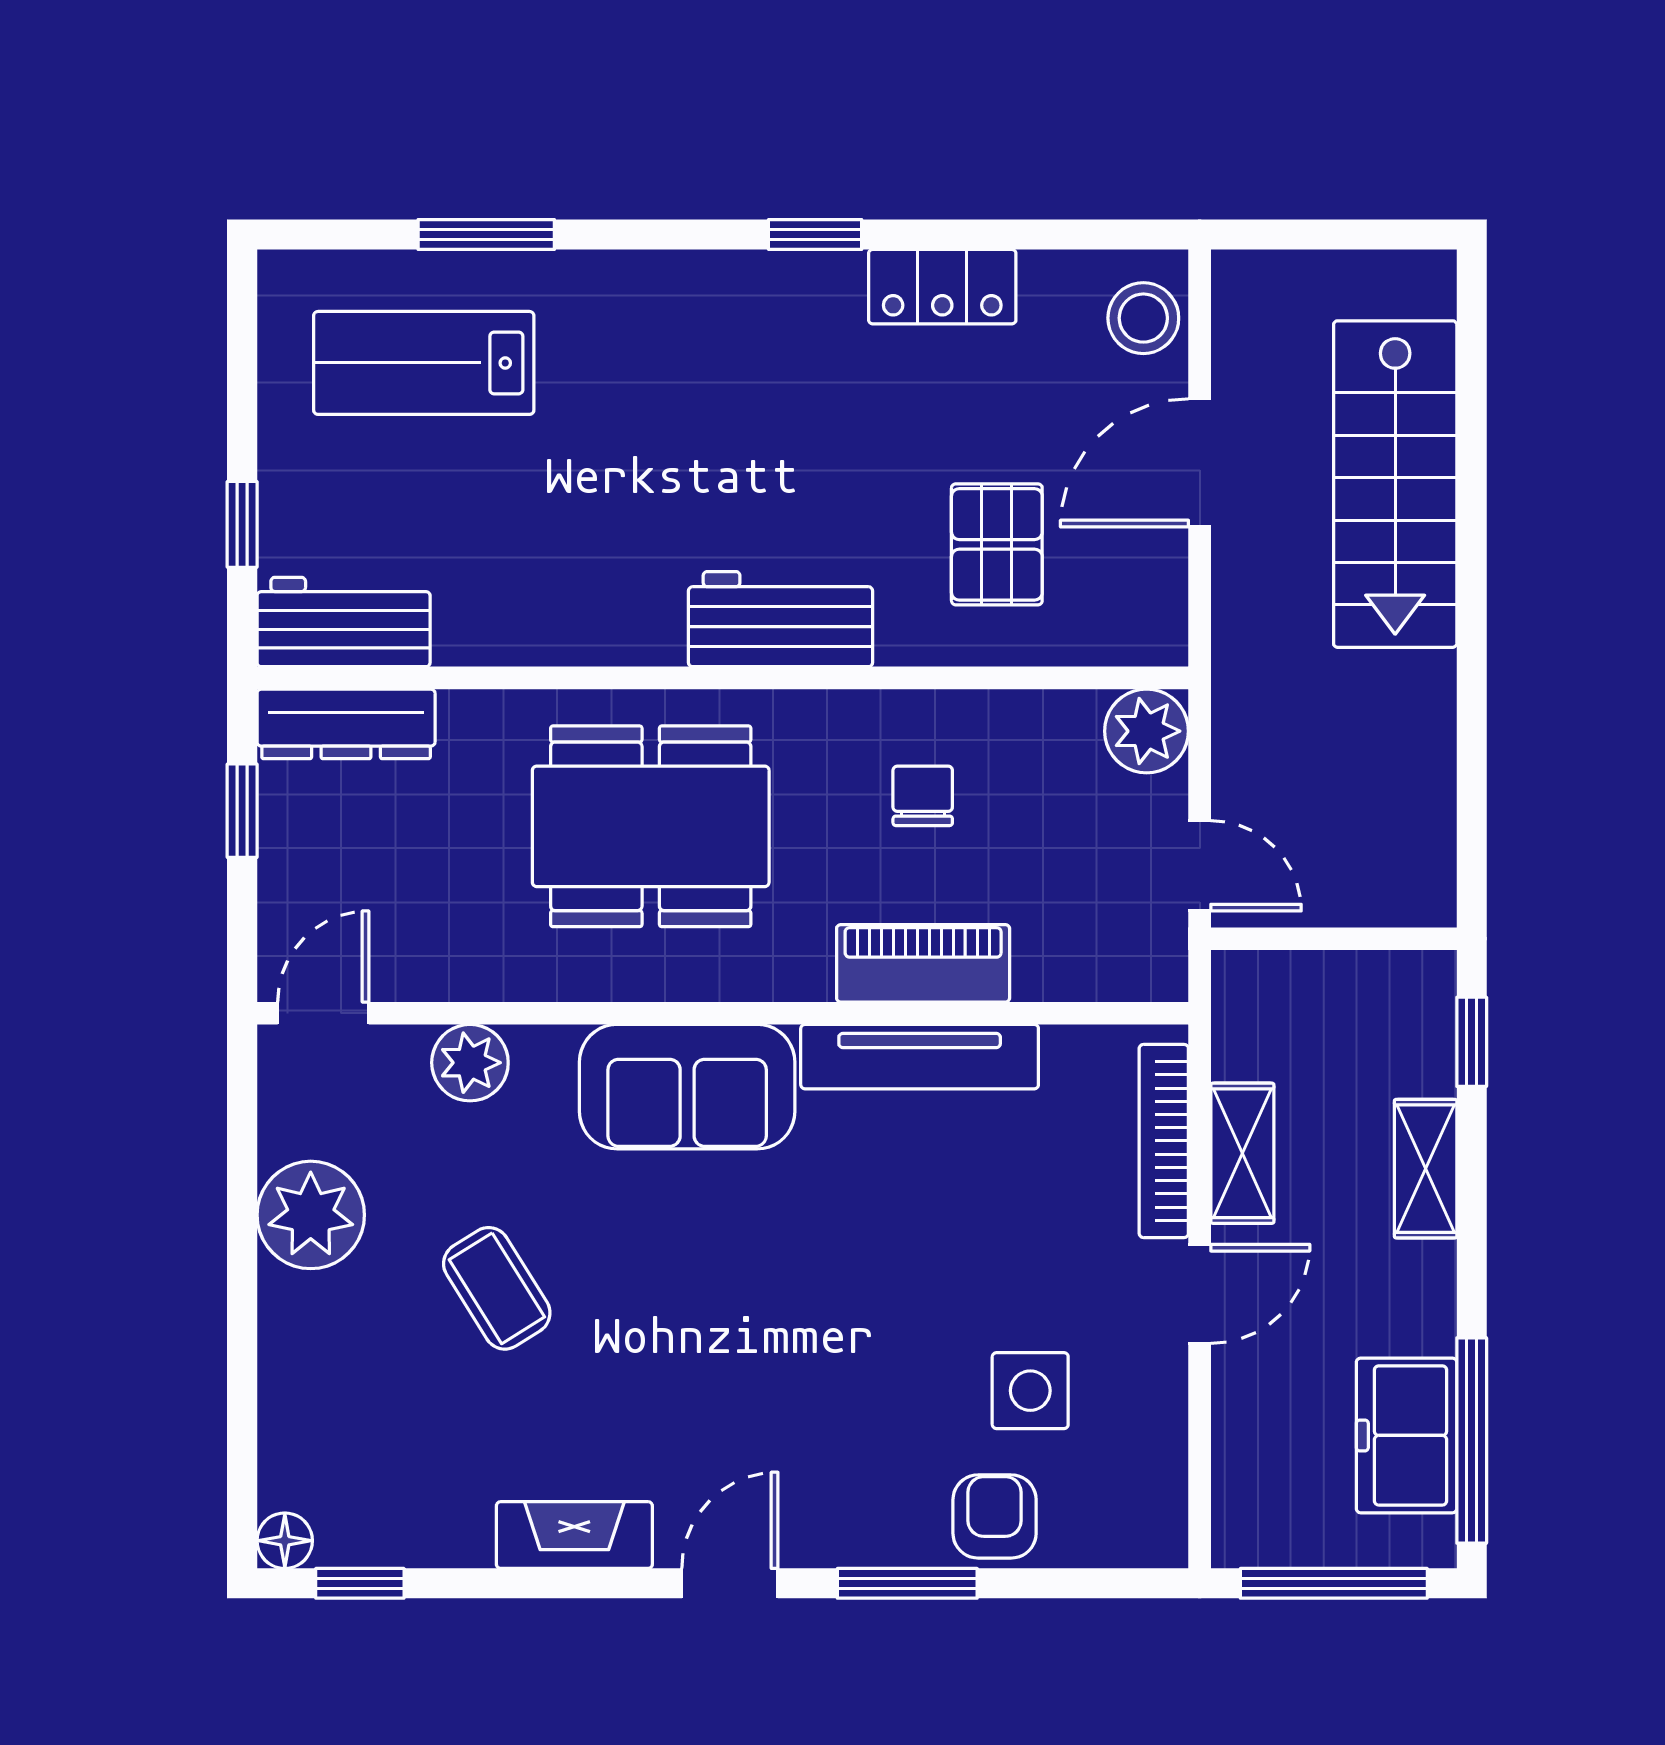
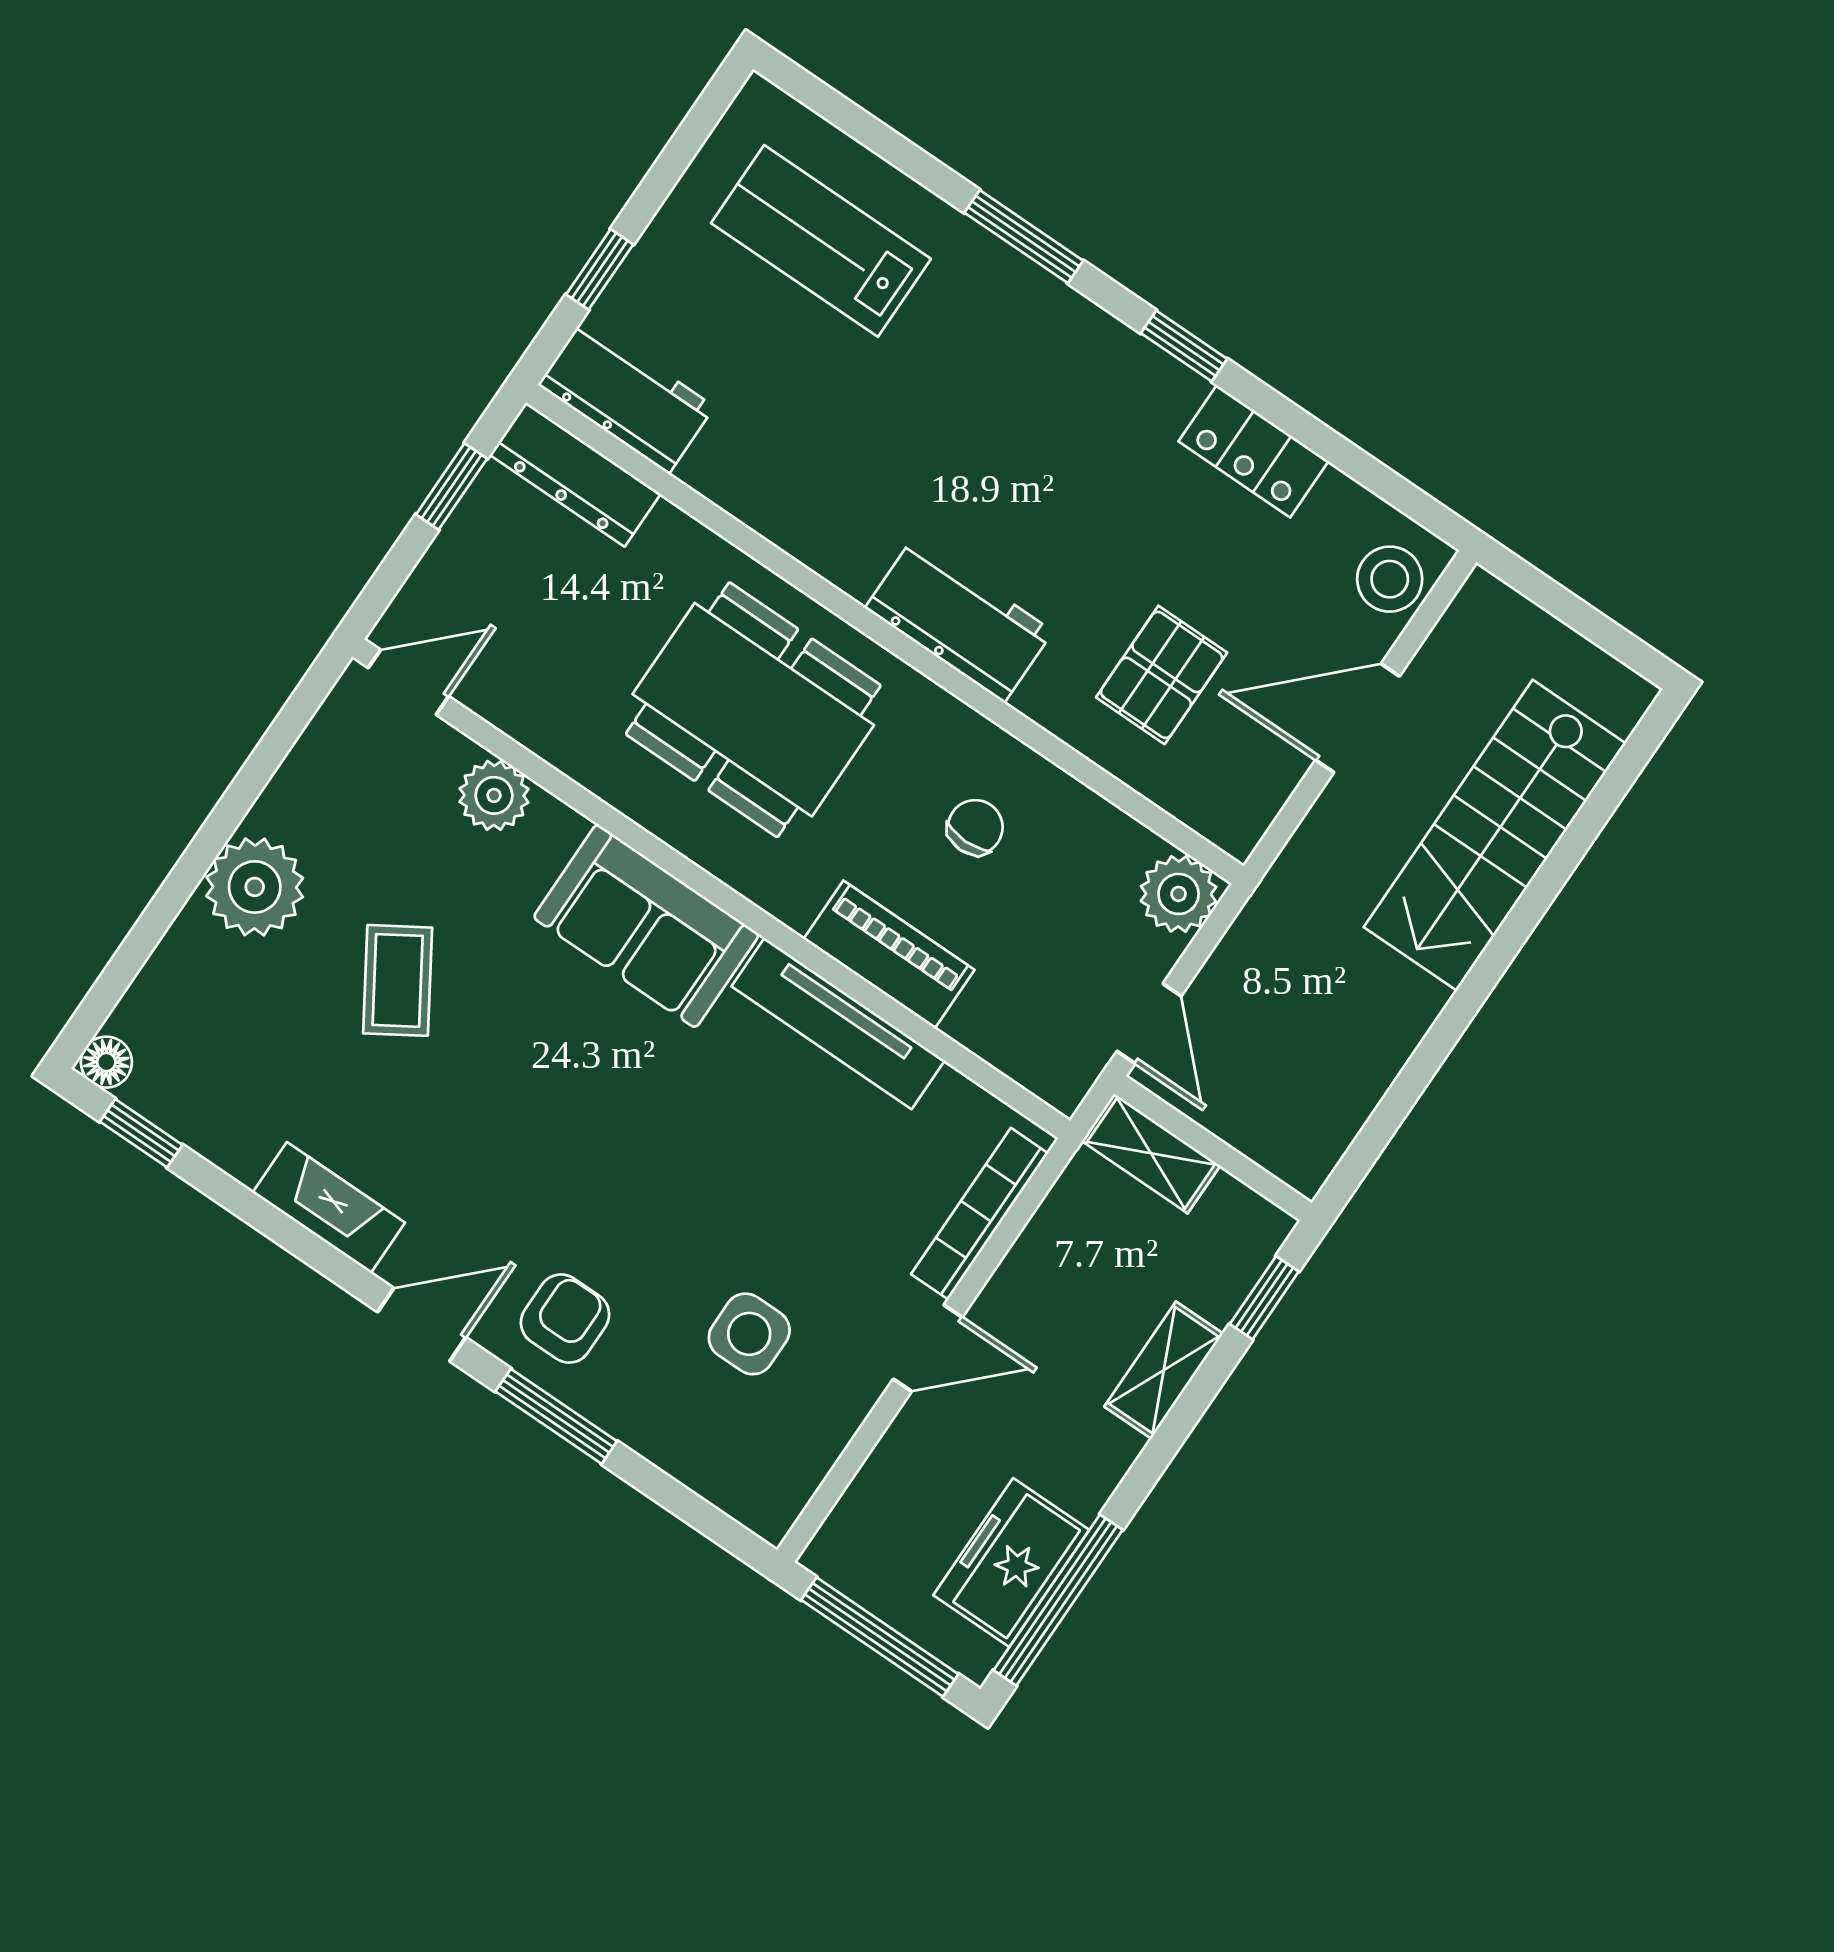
window: (486, 235) -> (1024, 237), moved
shelving: (1242, 1153) -> (1151, 1153), moved, turned 90
plant: (311, 1215) -> (255, 887), moved
armchair: (995, 1516) -> (565, 1319), moved

